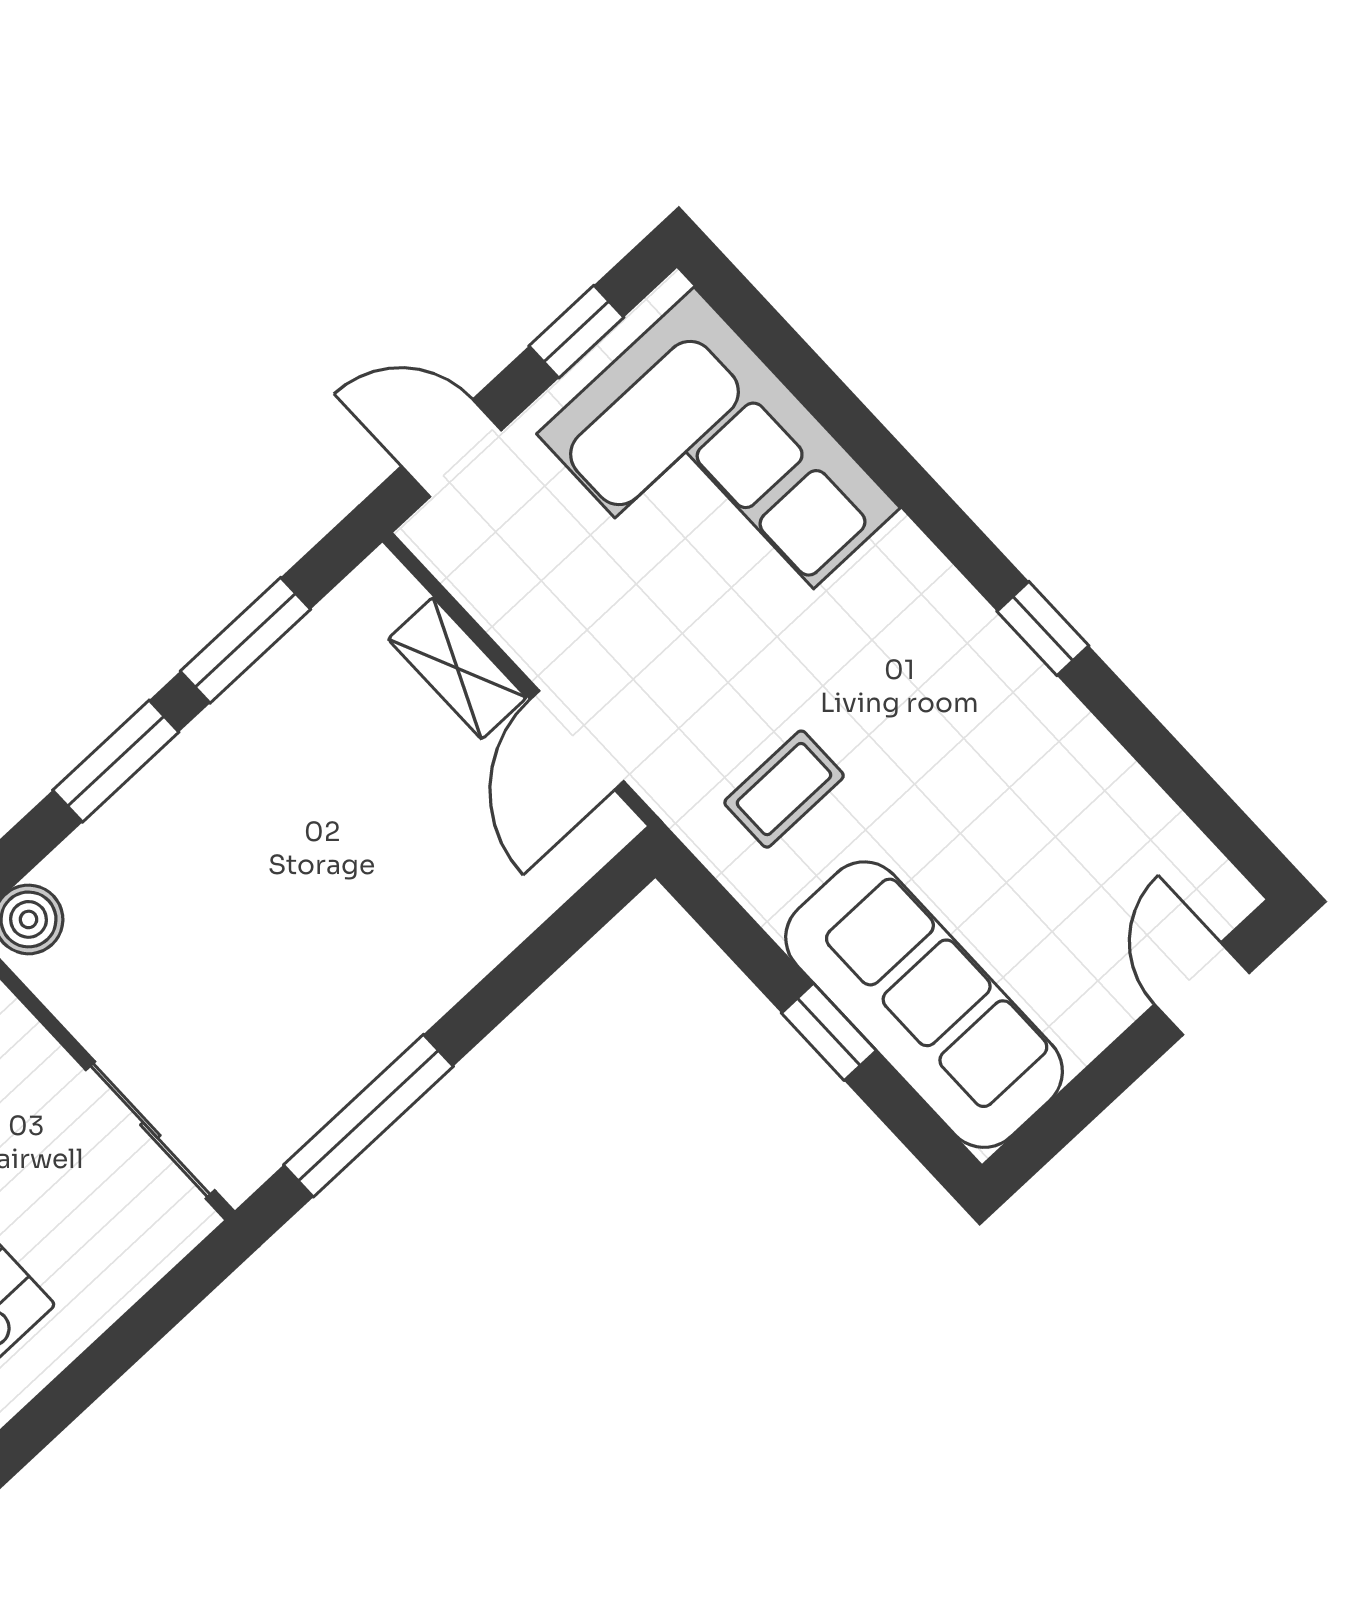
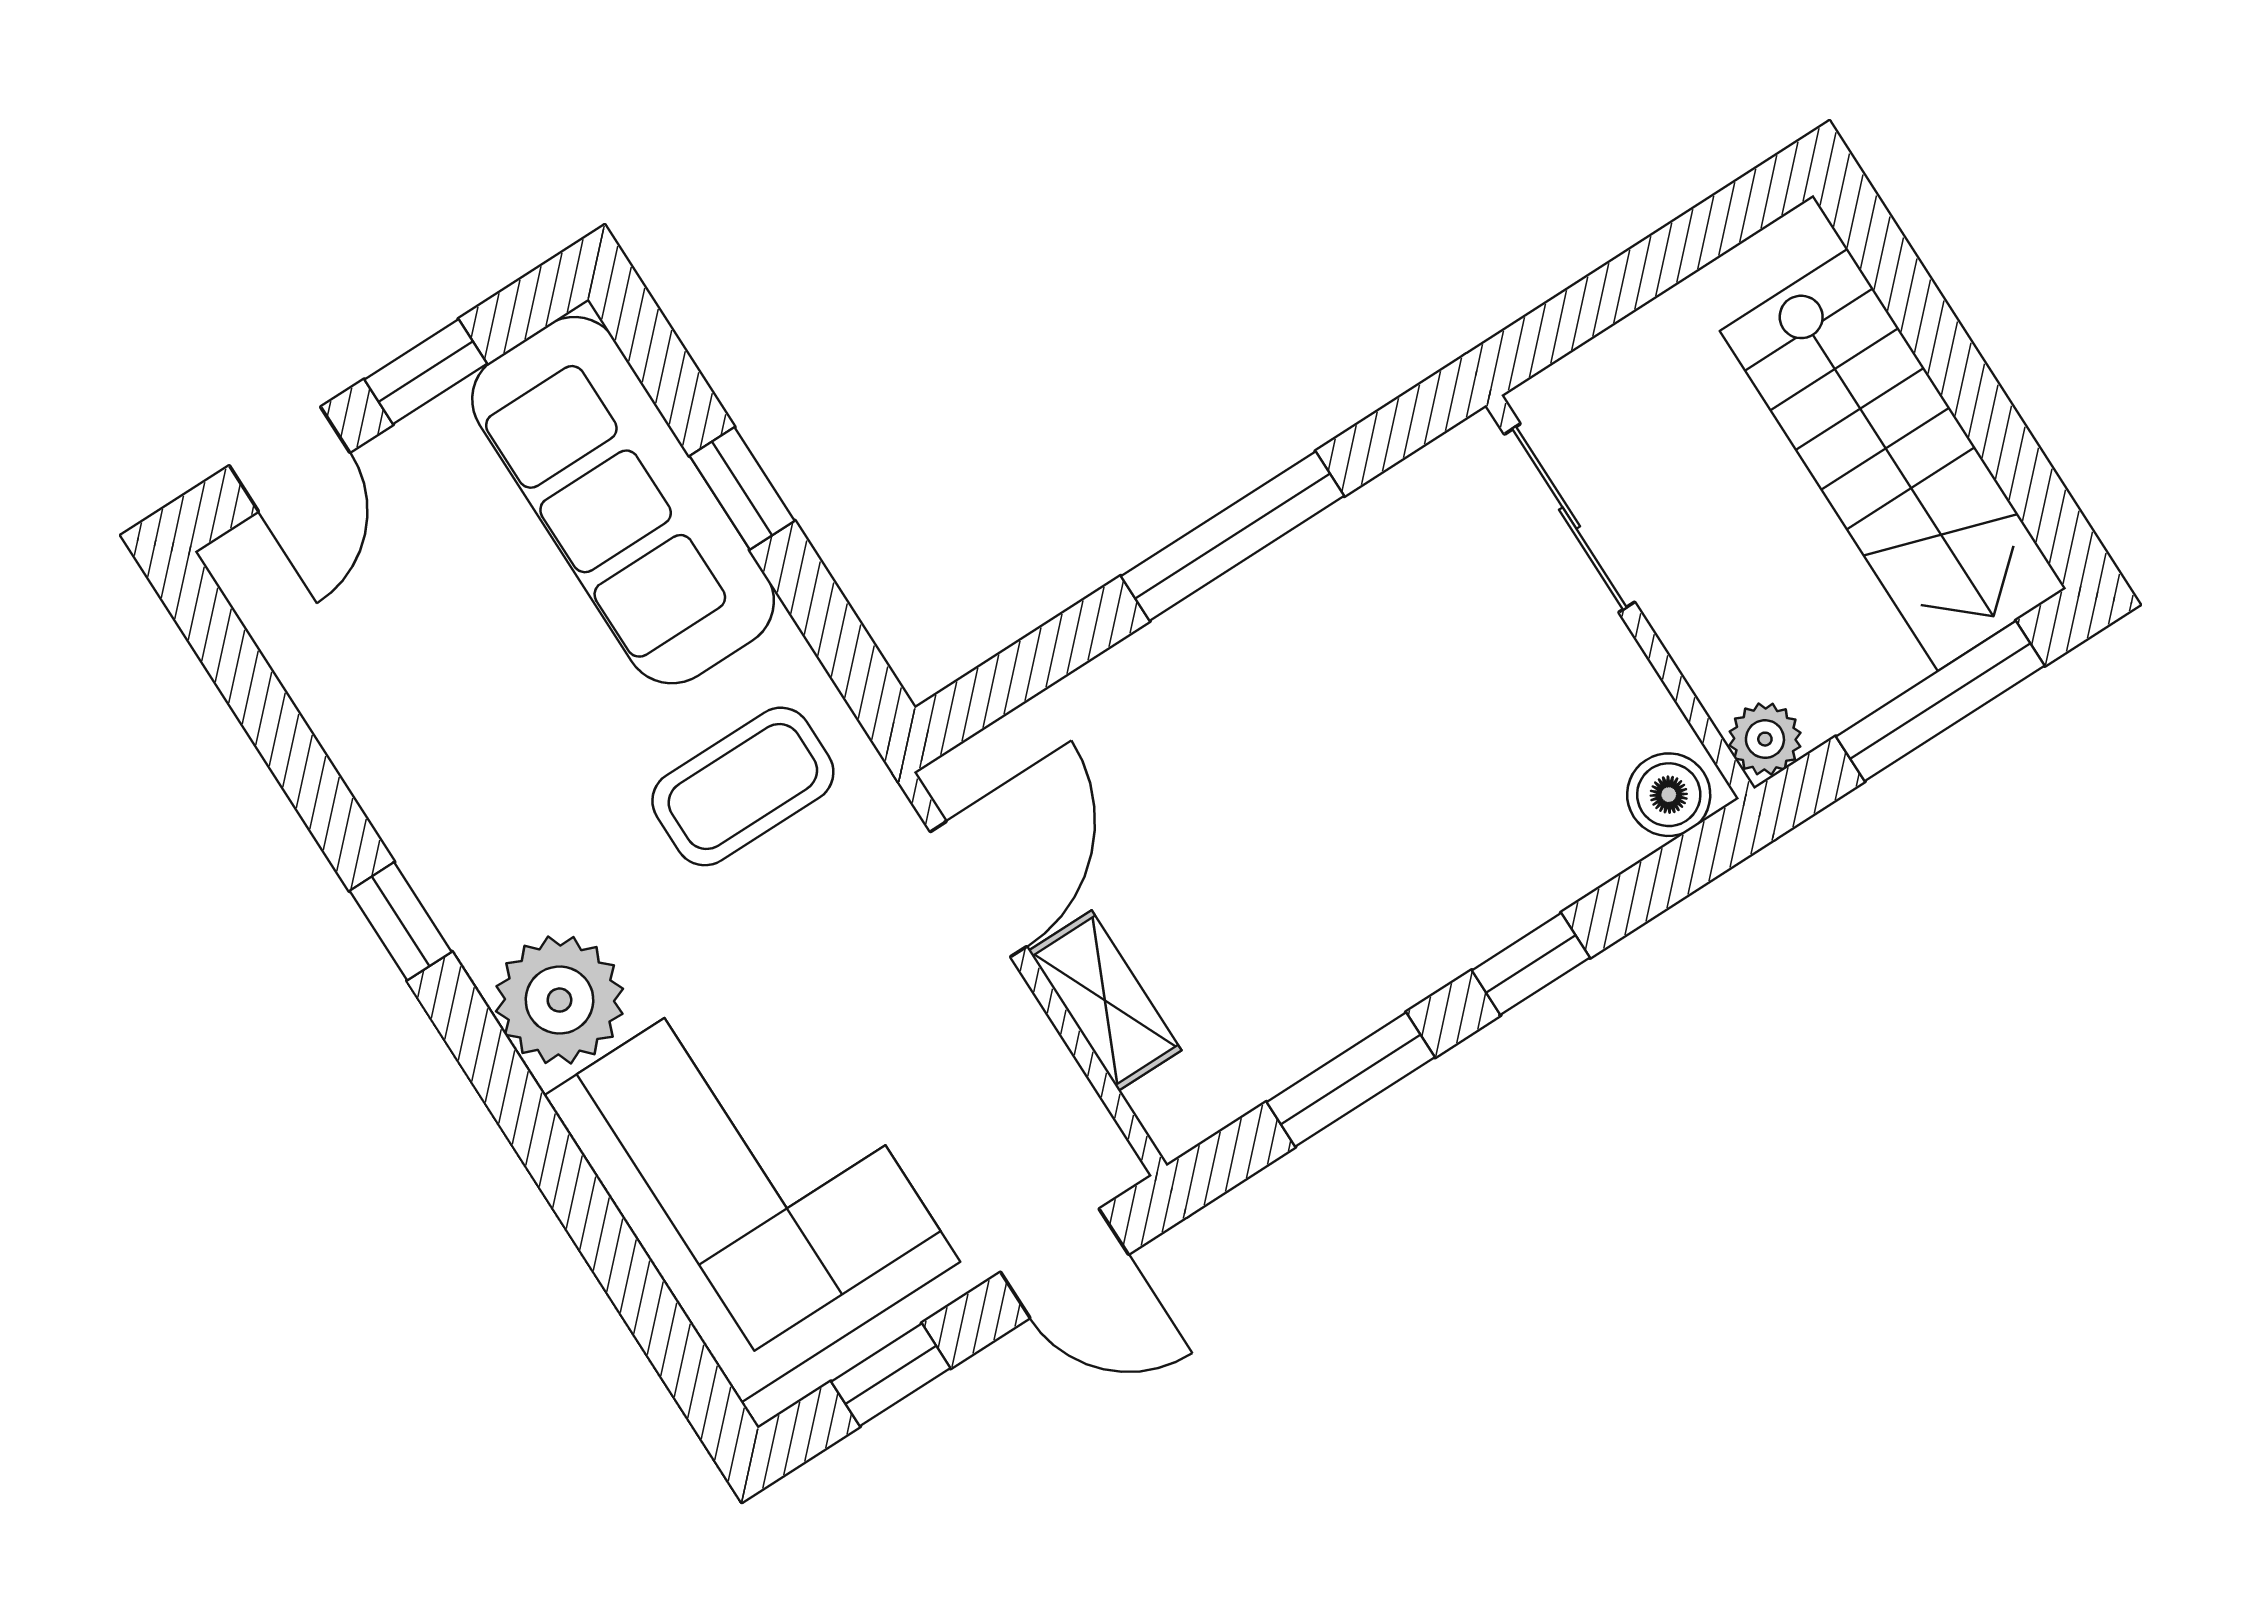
plant: (902, 588) -> (559, 1000), added
window: (116, 761) -> (1531, 964), width x0.67
coffee table: (784, 789) -> (743, 786), width x1.36, depth x1.30
window: (1104, 1080) -> (426, 372), added
window: (368, 1116) -> (1233, 536), moved

